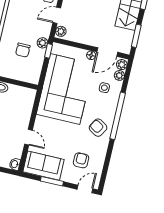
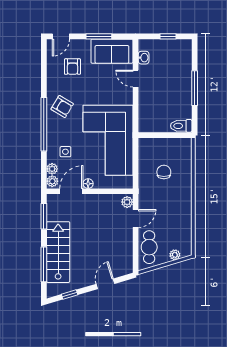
plant: (42, 43) -> (144, 185), removed
window: (48, 51) -> (136, 178), removed
washbasin: (15, 164) -> (144, 58), moved

